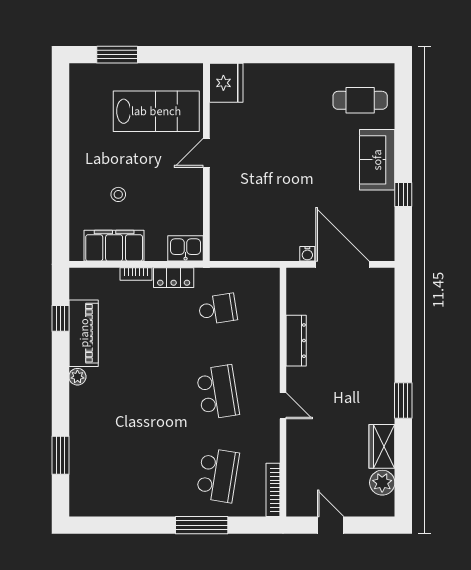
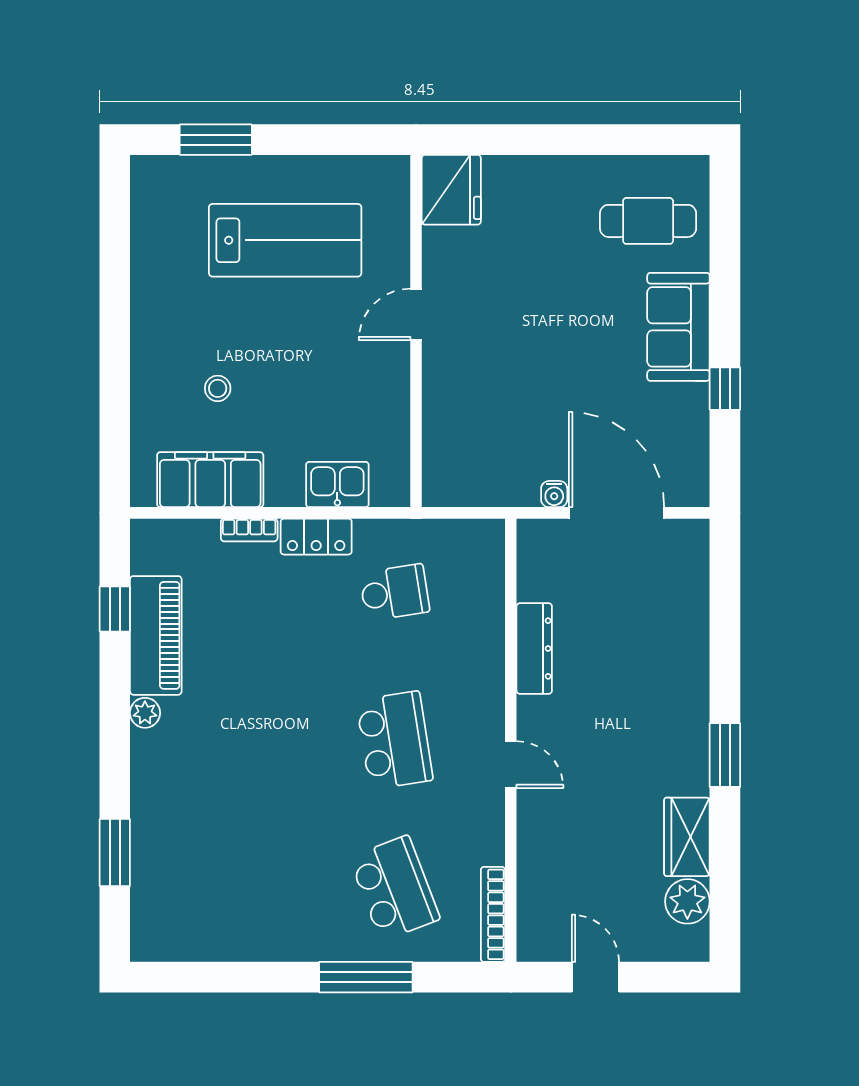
fridge: (226, 83) -> (451, 190), moved
door: (206, 153) -> (416, 314), moved
wall: (206, 162) -> (416, 331), moved
school desk: (218, 475) -> (395, 888), turned -30

